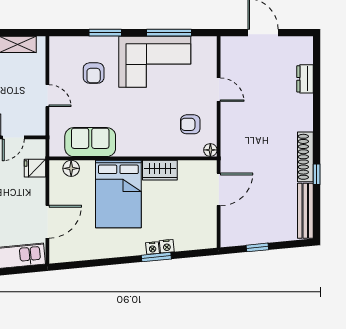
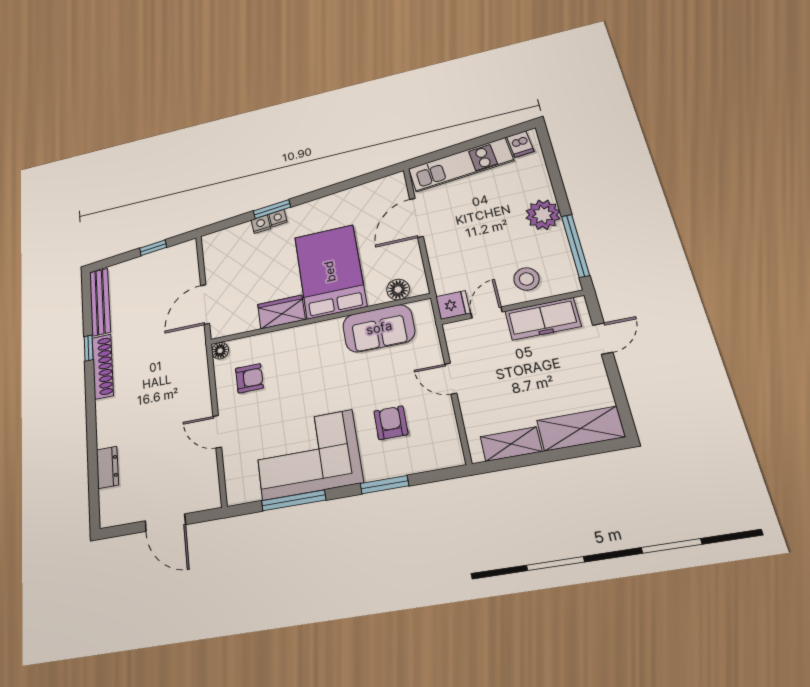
fridge: (35, 168) -> (453, 305), moved

